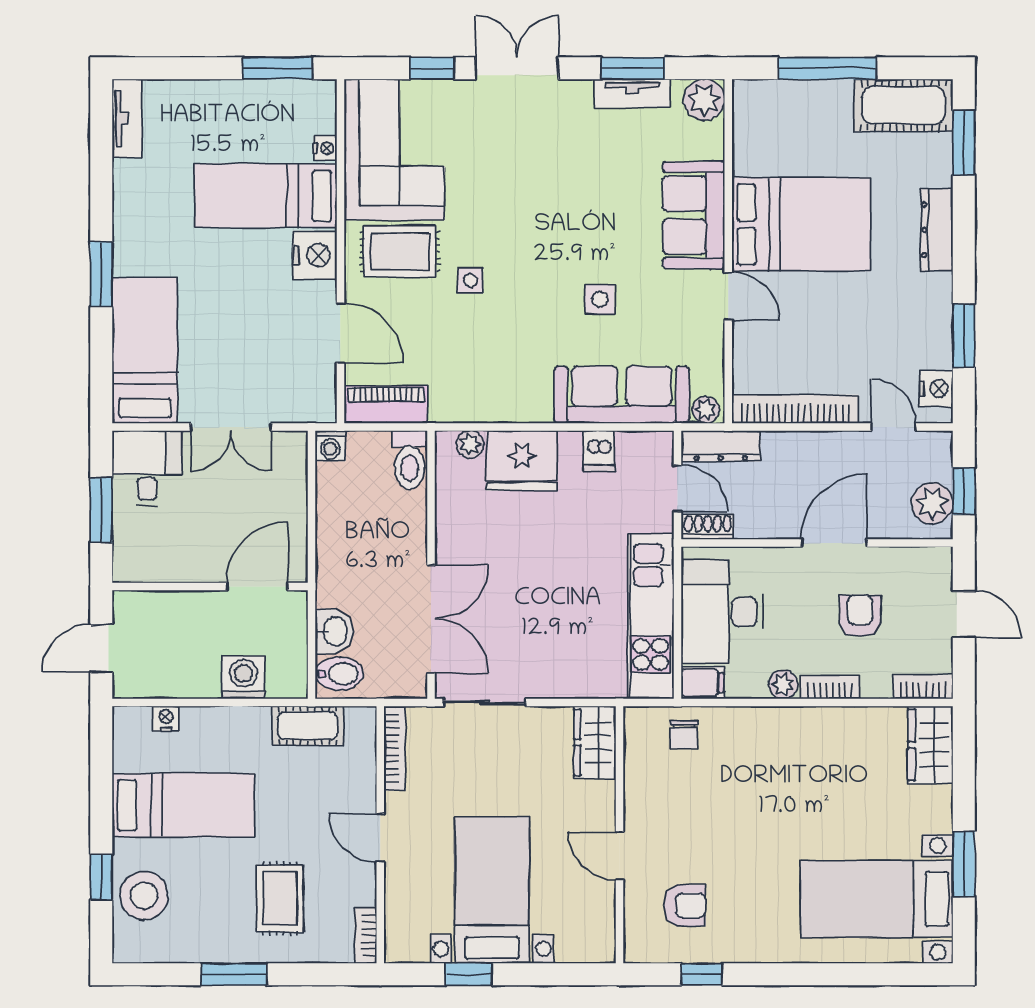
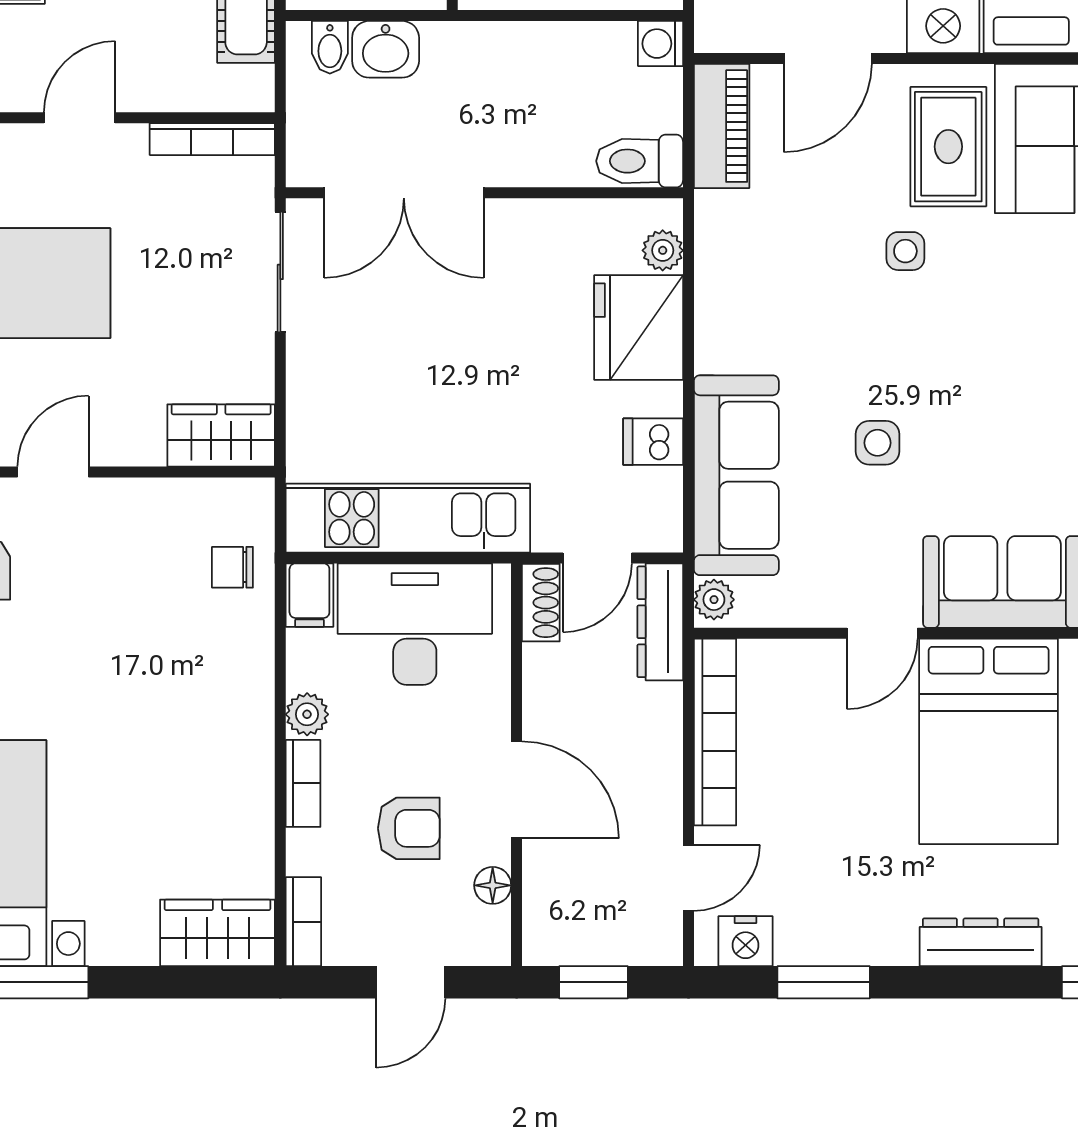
plant: (932, 503) -> (575, 936), removed
floor lamp: (899, 559) -> (493, 885), added
bidet: (339, 674) -> (330, 47), width x0.72, depth x0.74

